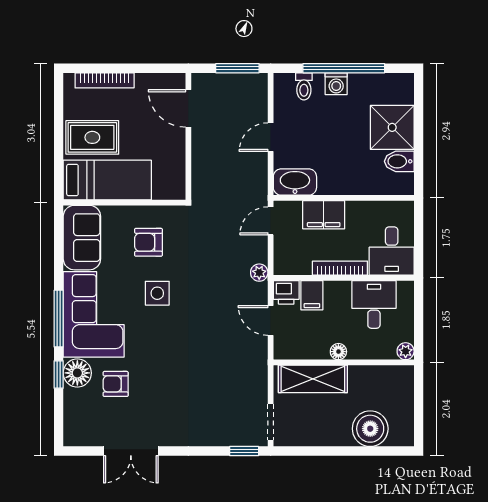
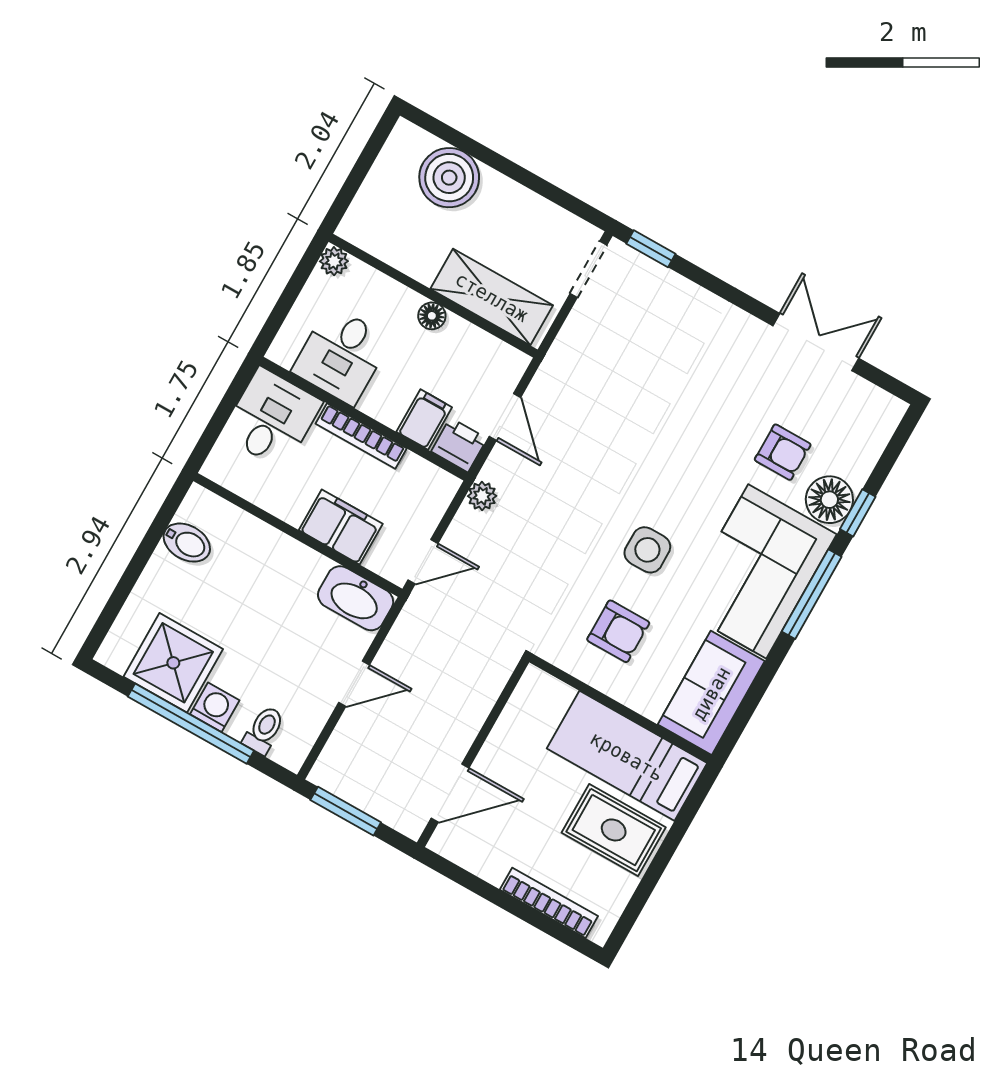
door: (188, 108) -> (450, 793), hinge flipped
shower: (392, 127) -> (173, 663), moved

